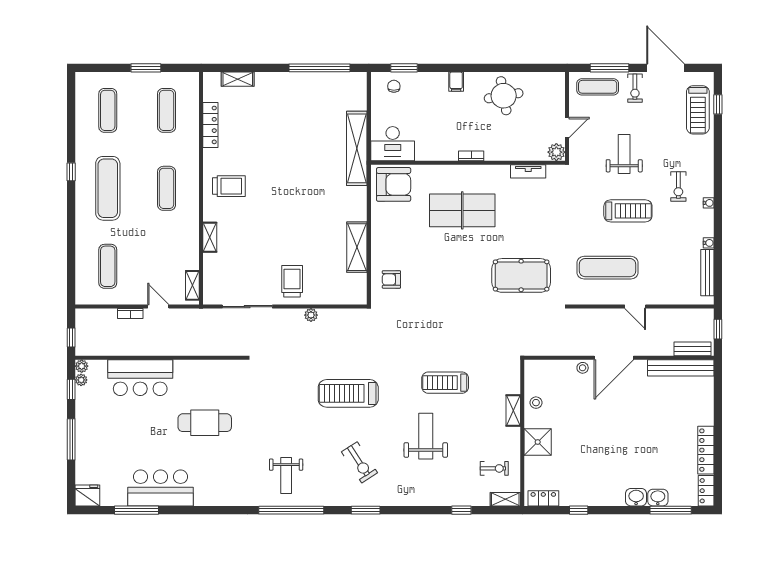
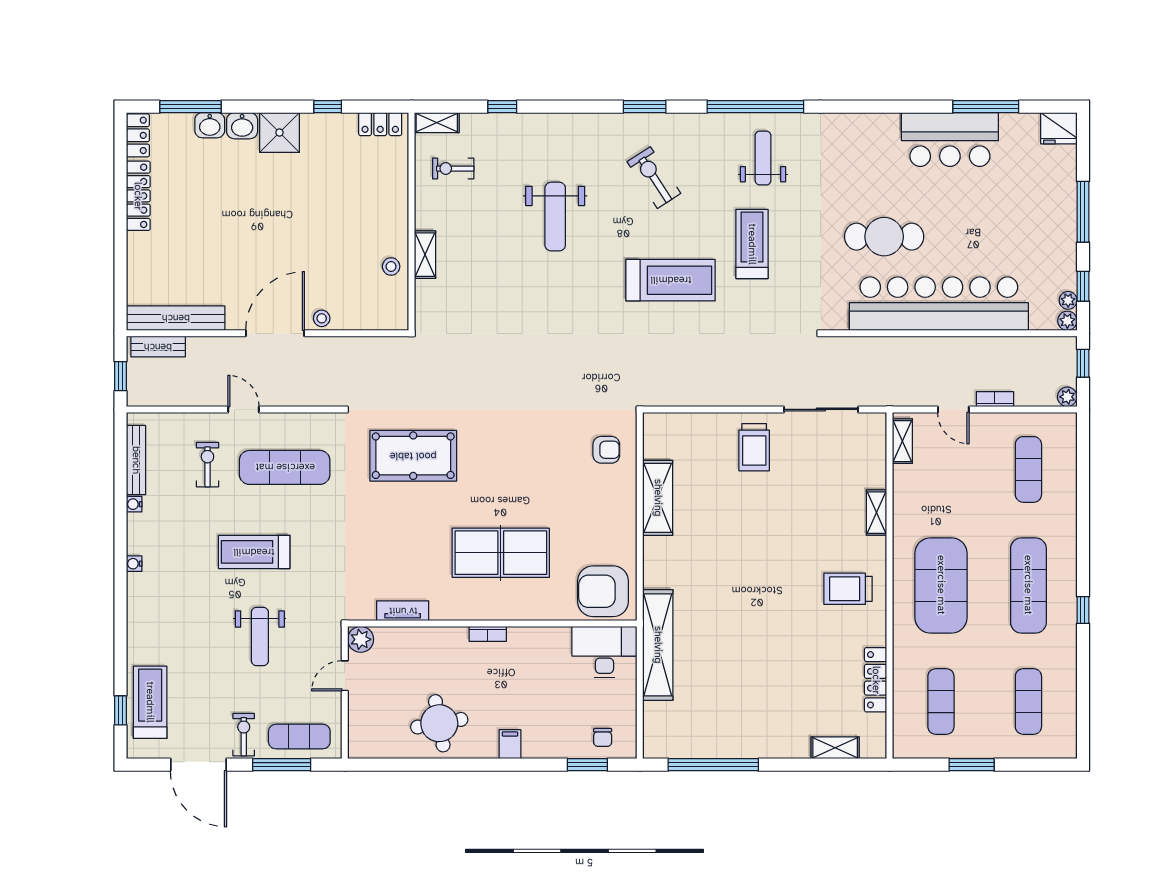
exercise bike: (678, 186) -> (207, 465), moved
exercise mat: (167, 188) -> (941, 585), width x2.00, depth x1.45
plant: (311, 315) -> (1067, 397), moved
bar counter: (140, 378) -> (939, 304), width x1.86
treadmill: (445, 383) -> (752, 244), moved, turned -90
shower: (538, 442) -> (279, 132), moved

